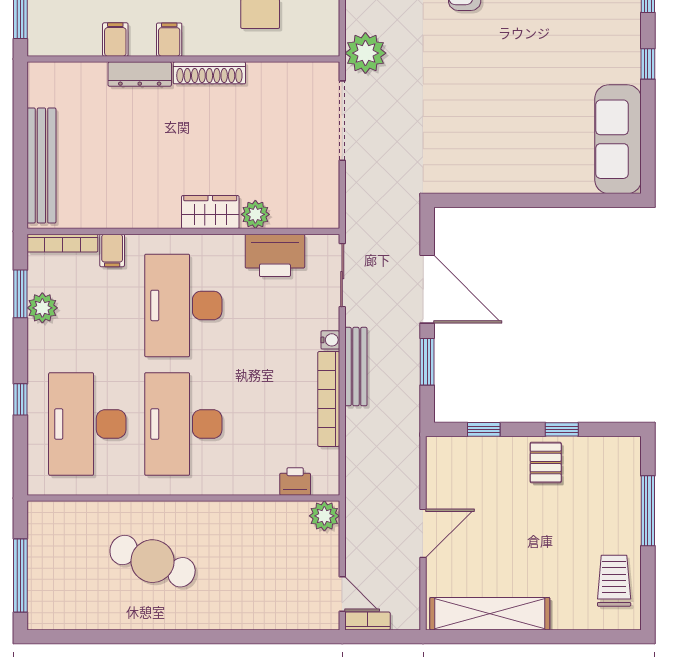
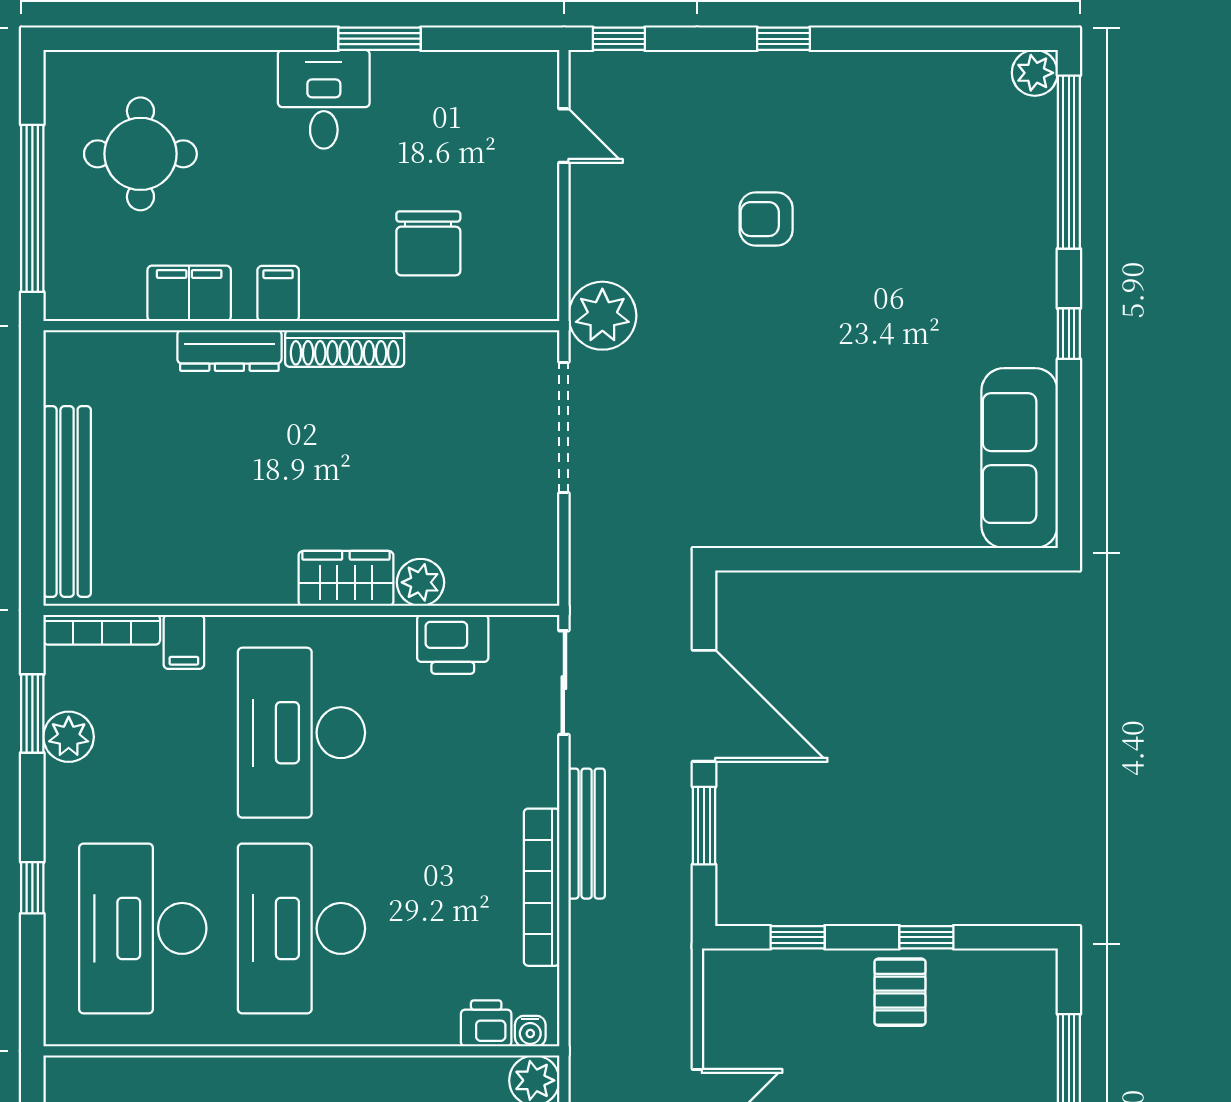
filing cabinet: (115, 40) -> (189, 293), width x2.00
printer: (275, 255) -> (453, 644), width x0.73, depth x0.84
water cooler: (330, 340) -> (530, 1031), moved, turned 90

